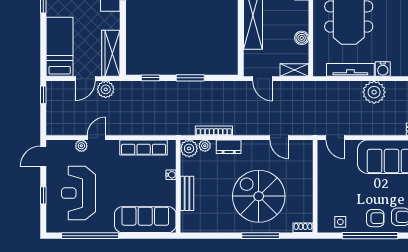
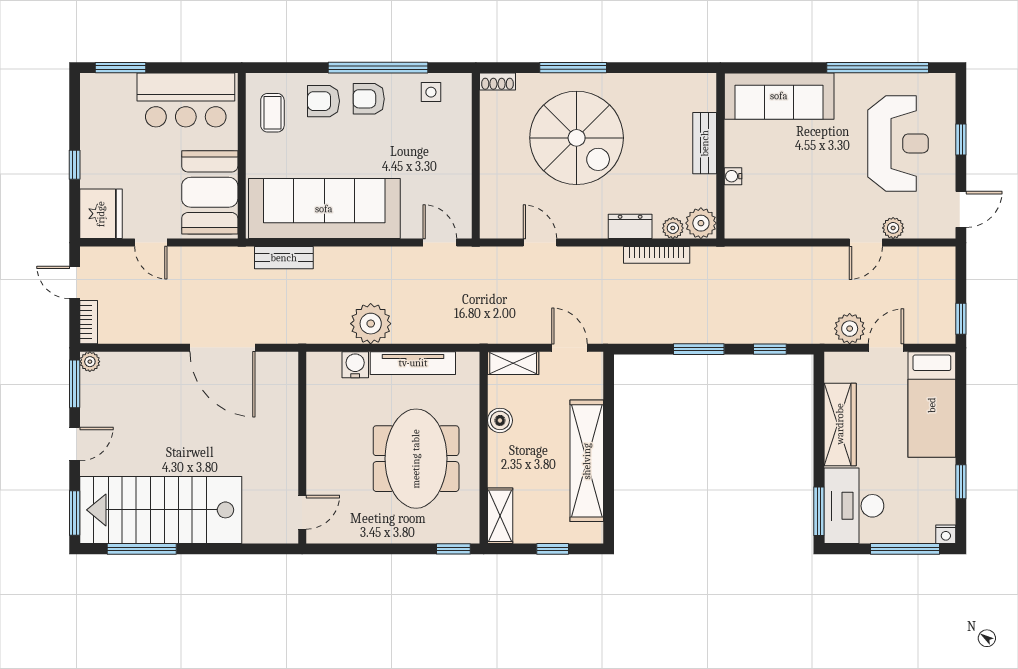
wardrobe: (111, 53) -> (840, 424), moved
row of seats: (144, 147) -> (782, 225), removed

